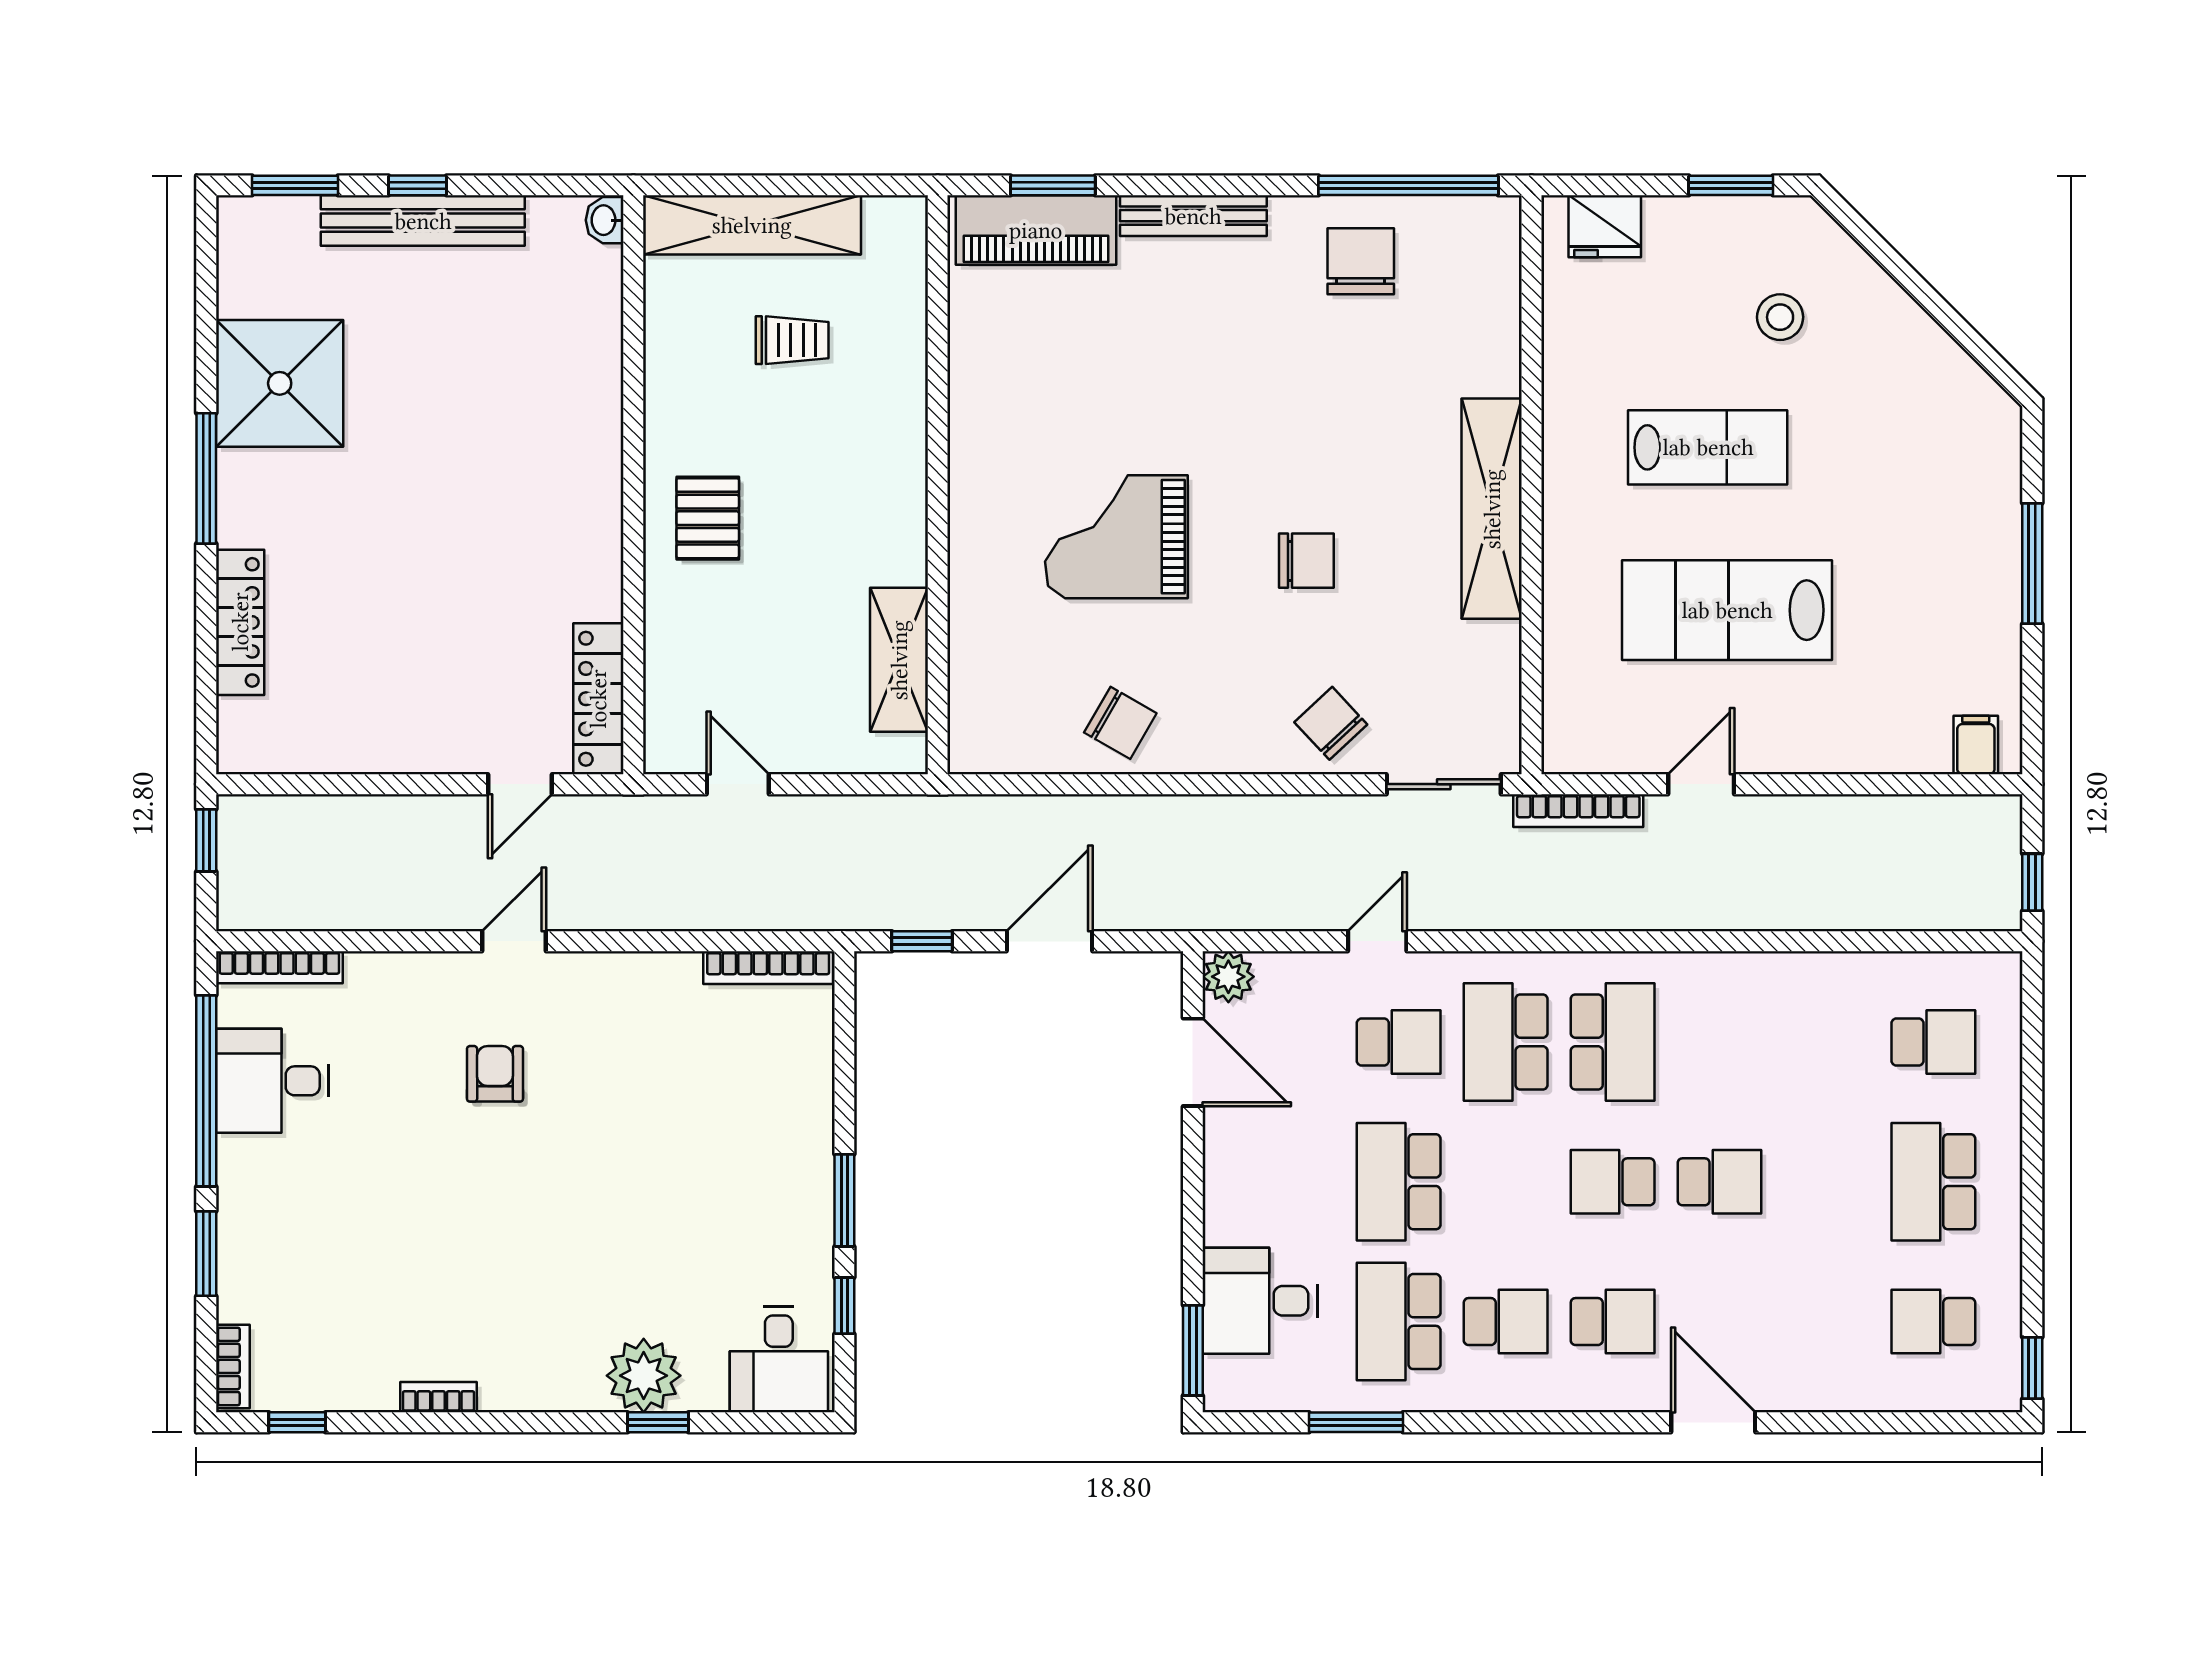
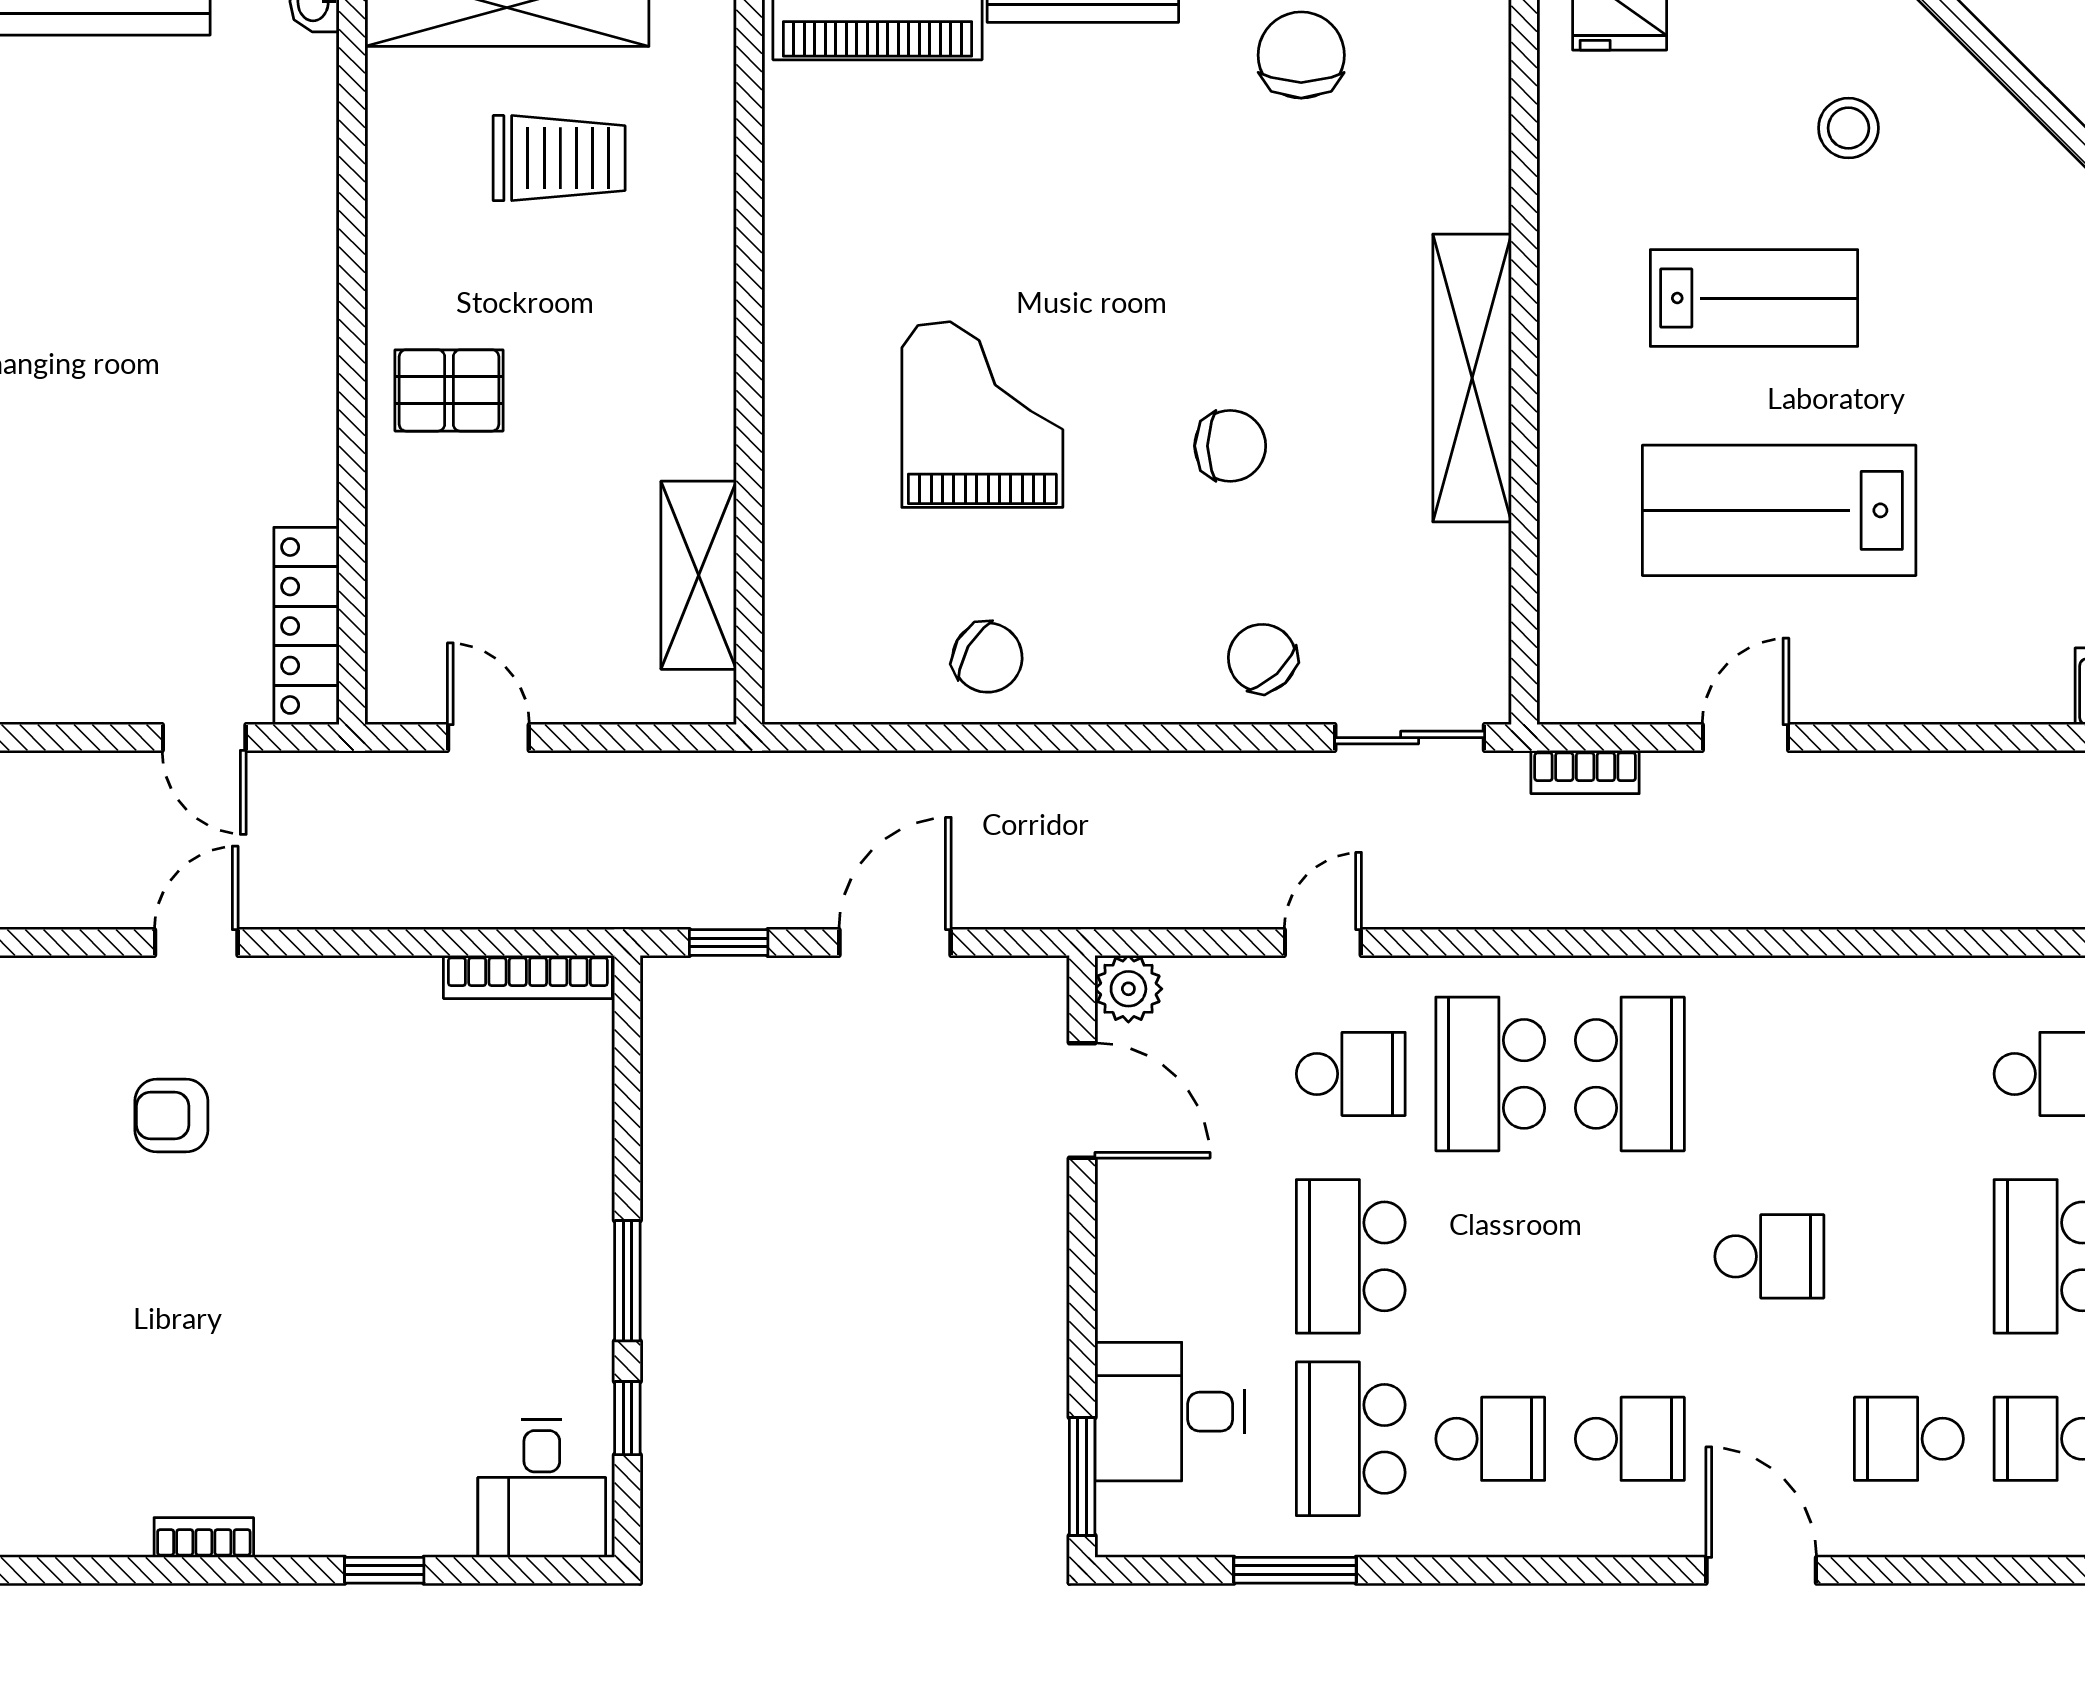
trolley: (792, 340) -> (559, 158), width x1.36, depth x1.39
pallet: (708, 518) -> (449, 390), turned 90
grand piano: (1116, 537) -> (982, 415), turned 90
door: (520, 784) -> (204, 738), hinge flipped
bookcase: (1578, 811) -> (1585, 772), width x0.64
armchair: (495, 1074) -> (171, 1116), turned -90
school desk: (1613, 1182) -> (1909, 1439), moved
plant: (644, 1376) -> (365, 1509), removed
bookcase: (439, 1397) -> (204, 1538), moved

